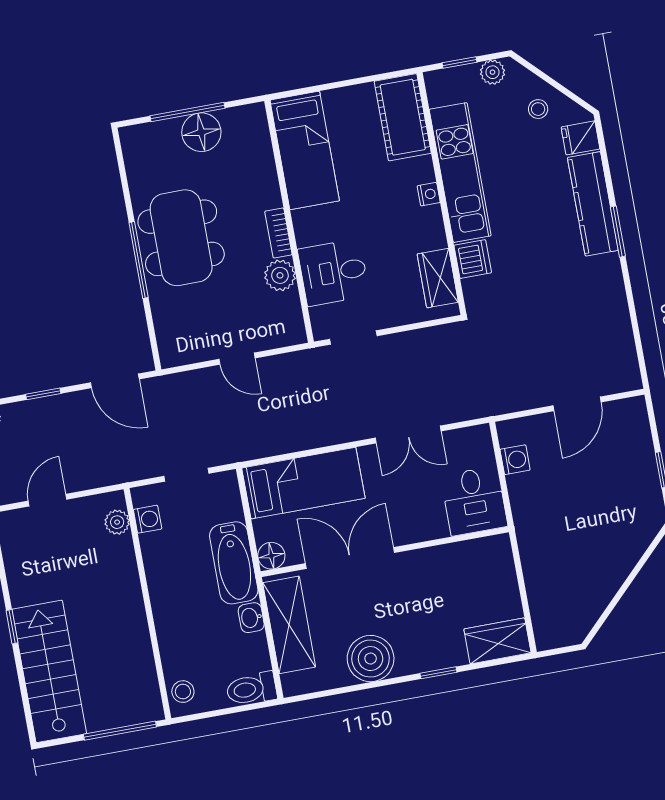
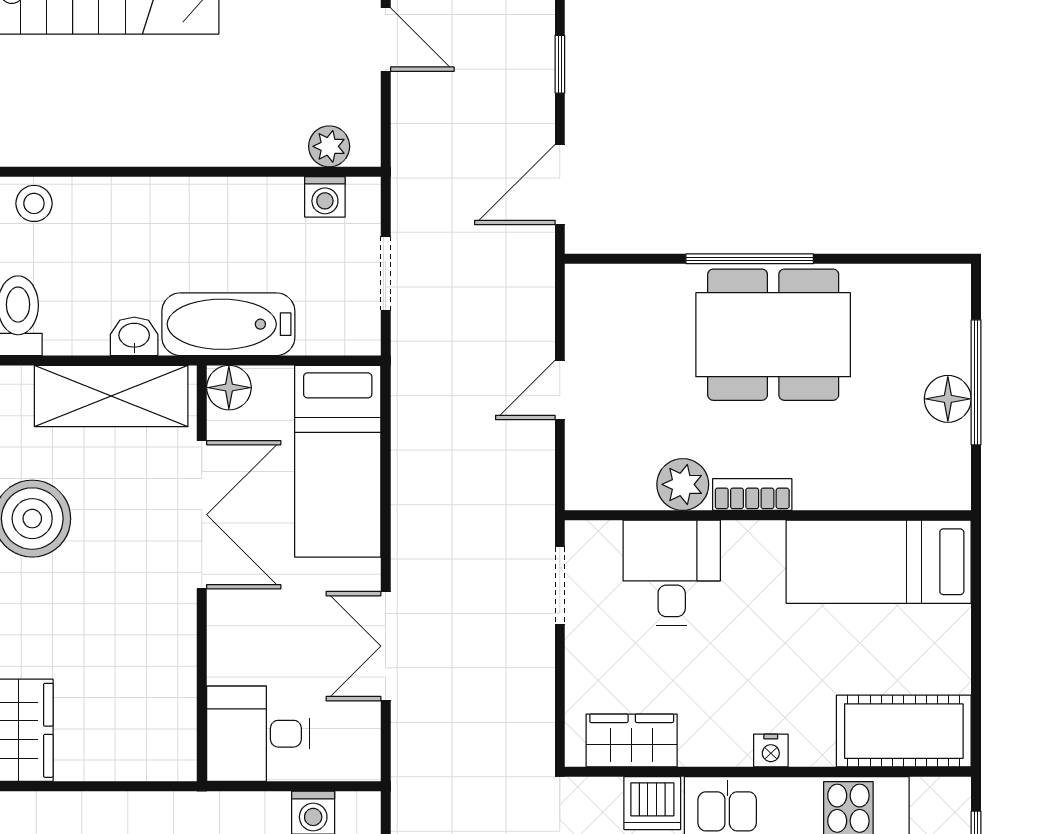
floor lamp: (201, 132) -> (948, 399), width x0.73, depth x0.73

